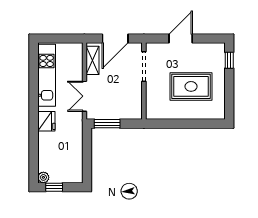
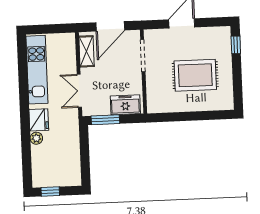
freezer: (126, 111) -> (125, 105), added
plant: (43, 177) -> (36, 138), moved

